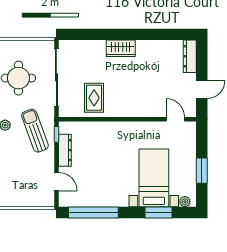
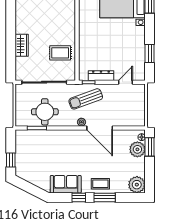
wardrobe: (121, 48) -> (22, 45), moved
window: (93, 213) -> (150, 53), width x0.47

